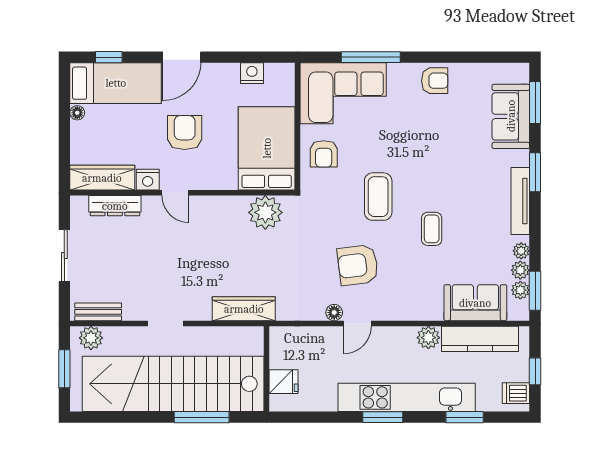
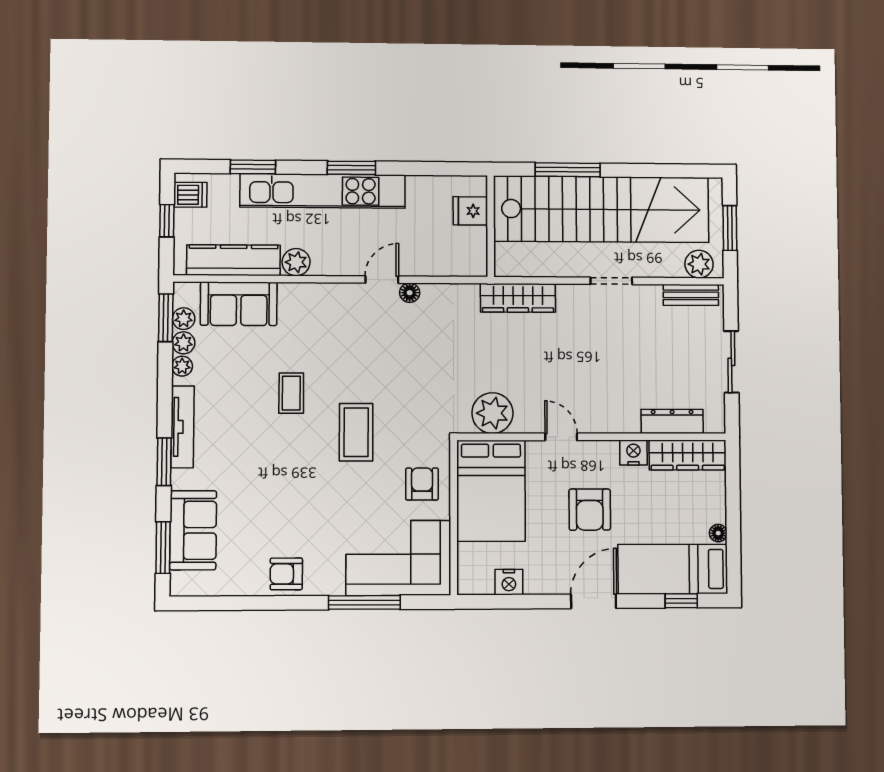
door: (175, 193) -> (561, 437), moved
armchair: (358, 265) -> (381, 349), removed

